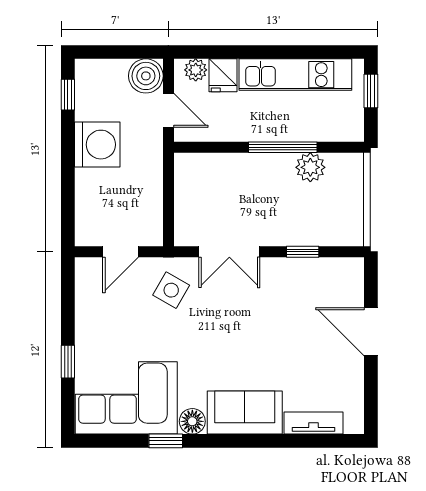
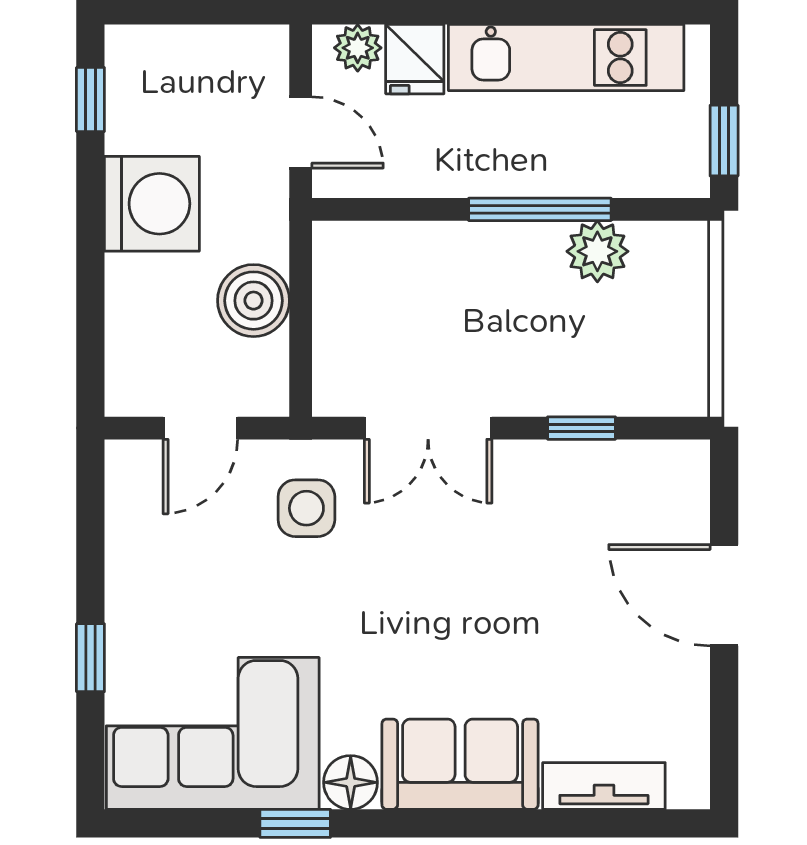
boiler: (146, 76) -> (254, 301), moved
window: (371, 91) -> (724, 141), moved
side table: (171, 290) -> (306, 508), turned -30

